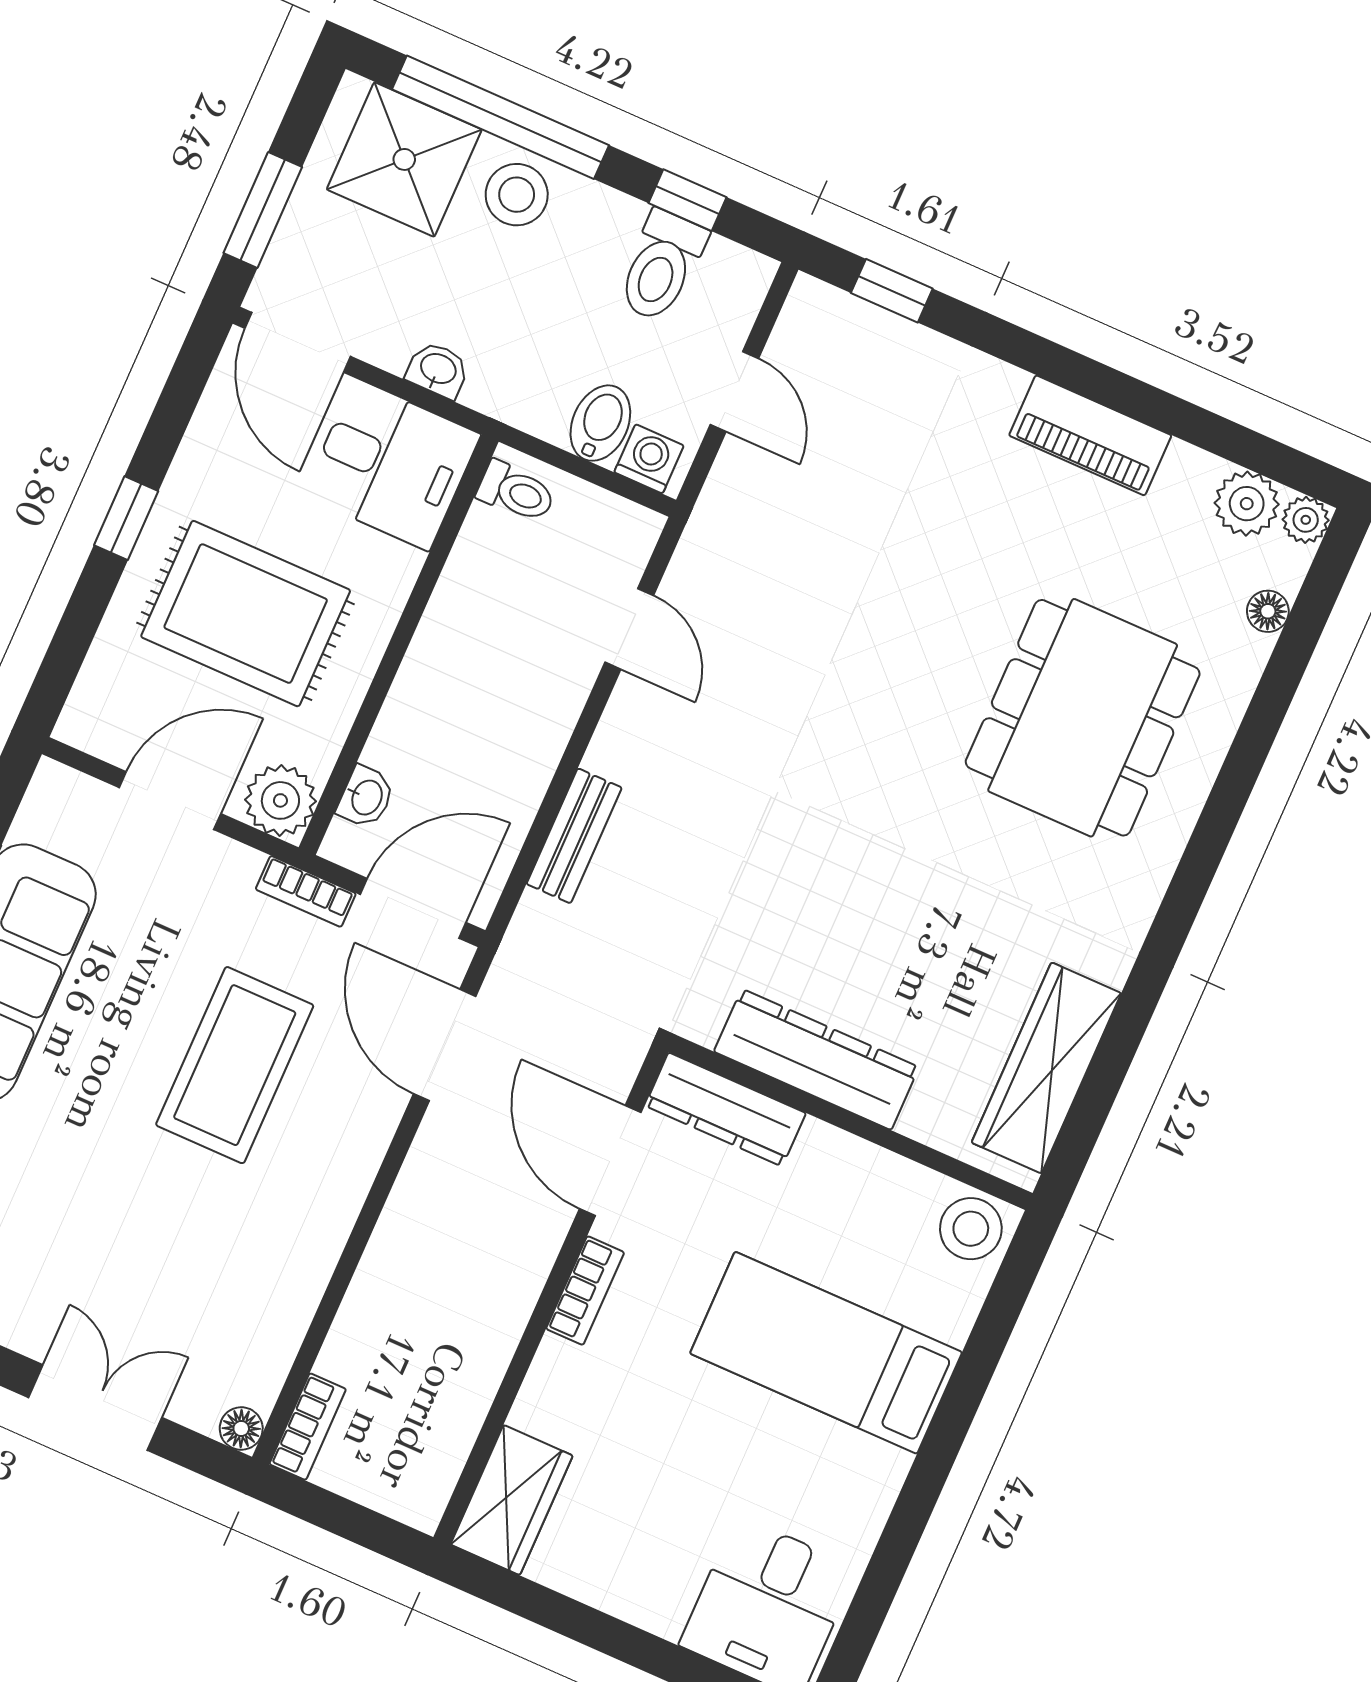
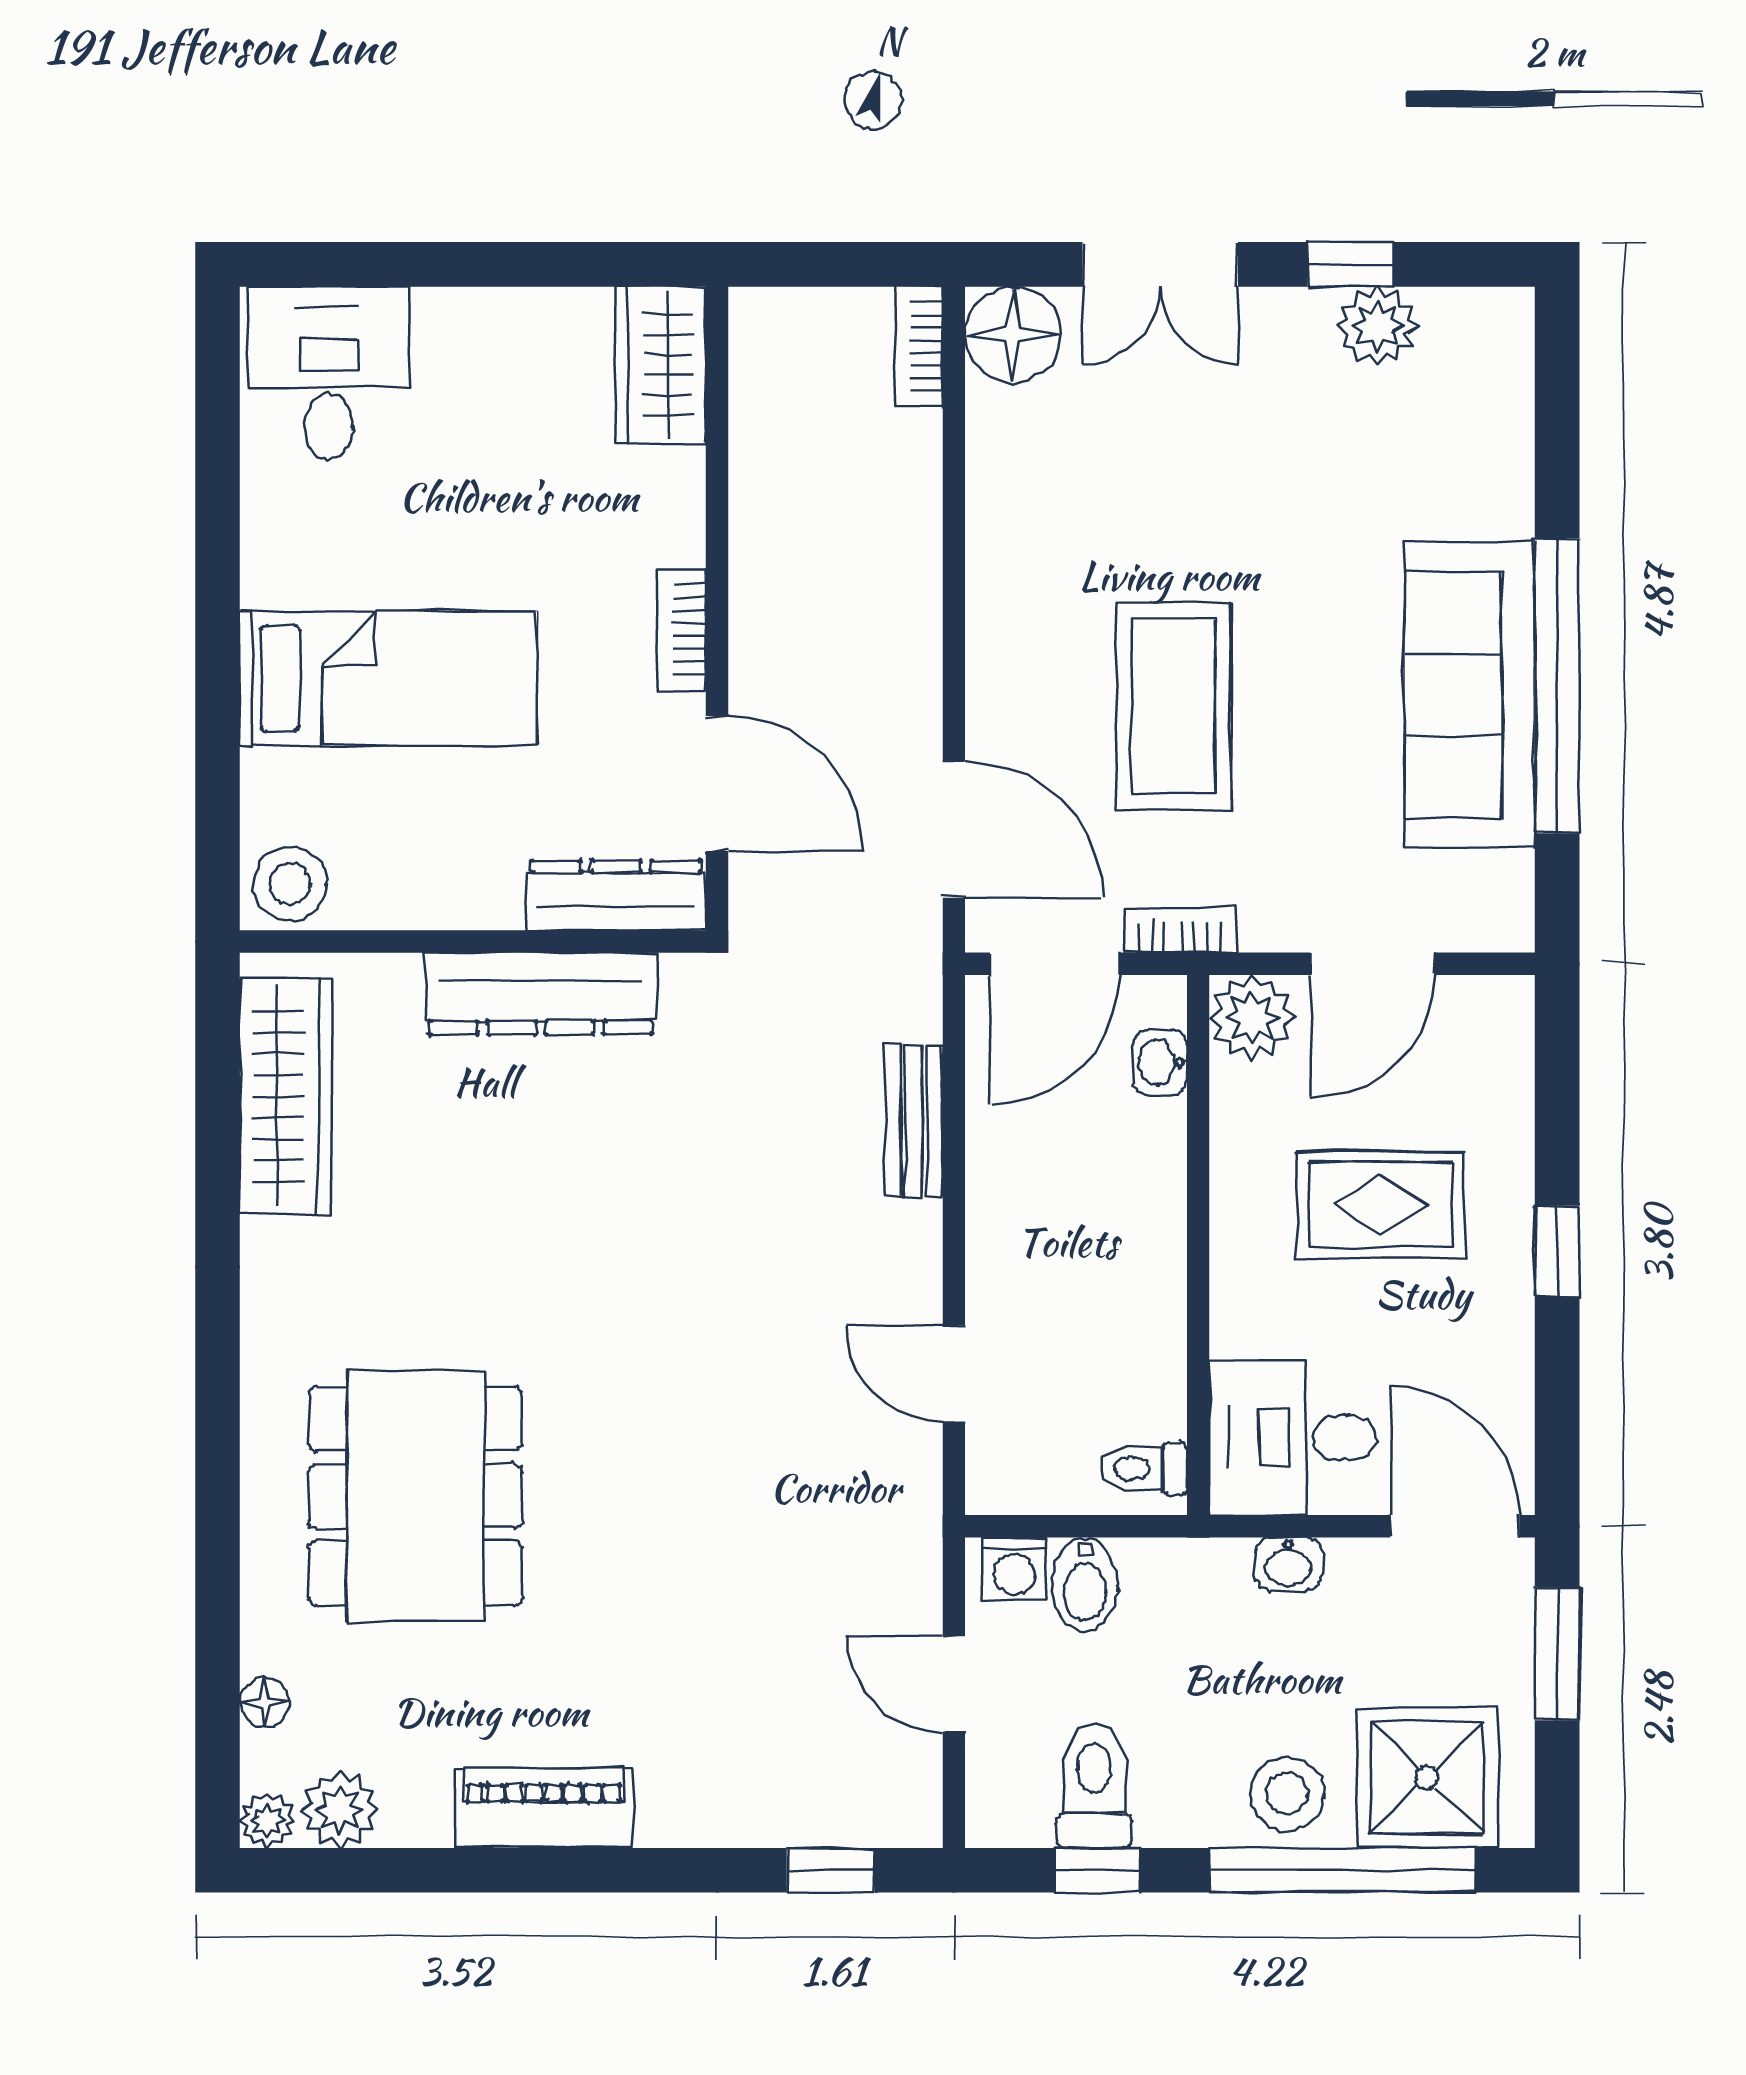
rug: (246, 614) -> (1380, 1205), width x0.73, depth x0.70
floor lamp: (241, 1429) -> (1013, 335), width x1.89, depth x1.89

